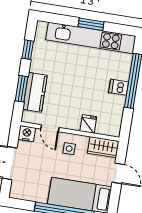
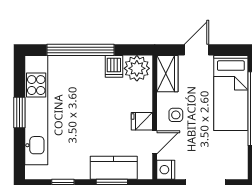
dishwasher: (119, 87) -> (114, 66), moved
fridge: (88, 124) -> (142, 121), moved
plant: (111, 124) -> (137, 68), added

